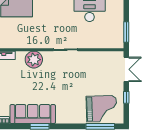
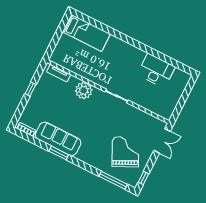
window: (126, 32) -> (179, 107), removed
window: (126, 97) -> (143, 178), moved
grand piano: (102, 109) -> (125, 152), moved, turned -114

